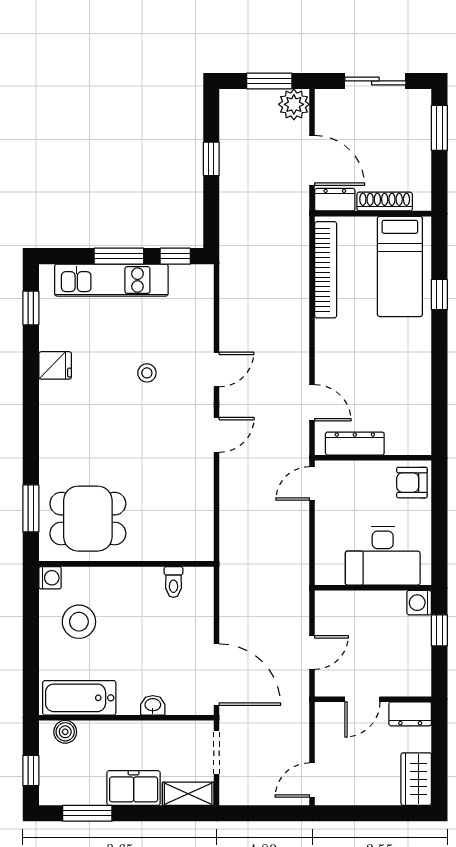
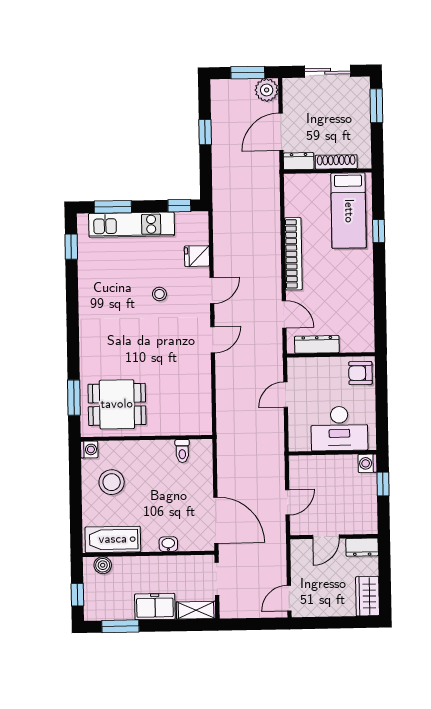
door: (312, 160) -> (281, 132), swing flipped
window: (119, 256) -> (113, 207), moved
bookcase: (326, 270) -> (293, 254), moved
fridge: (55, 365) -> (197, 256), moved, turned 180
door: (312, 483) -> (286, 395), moved

